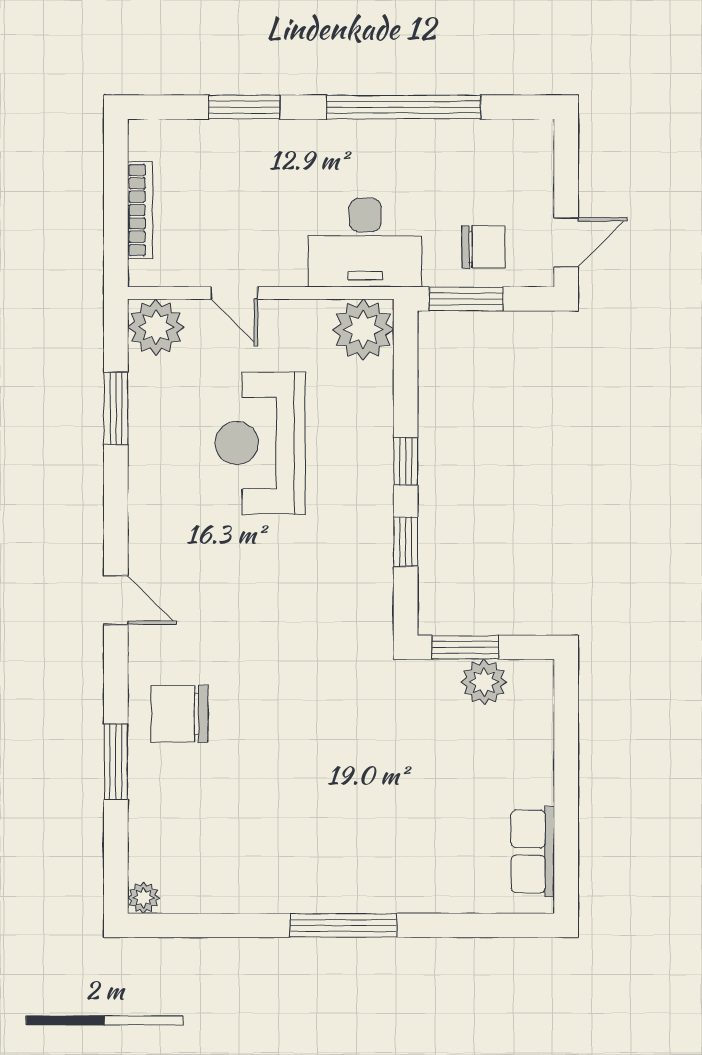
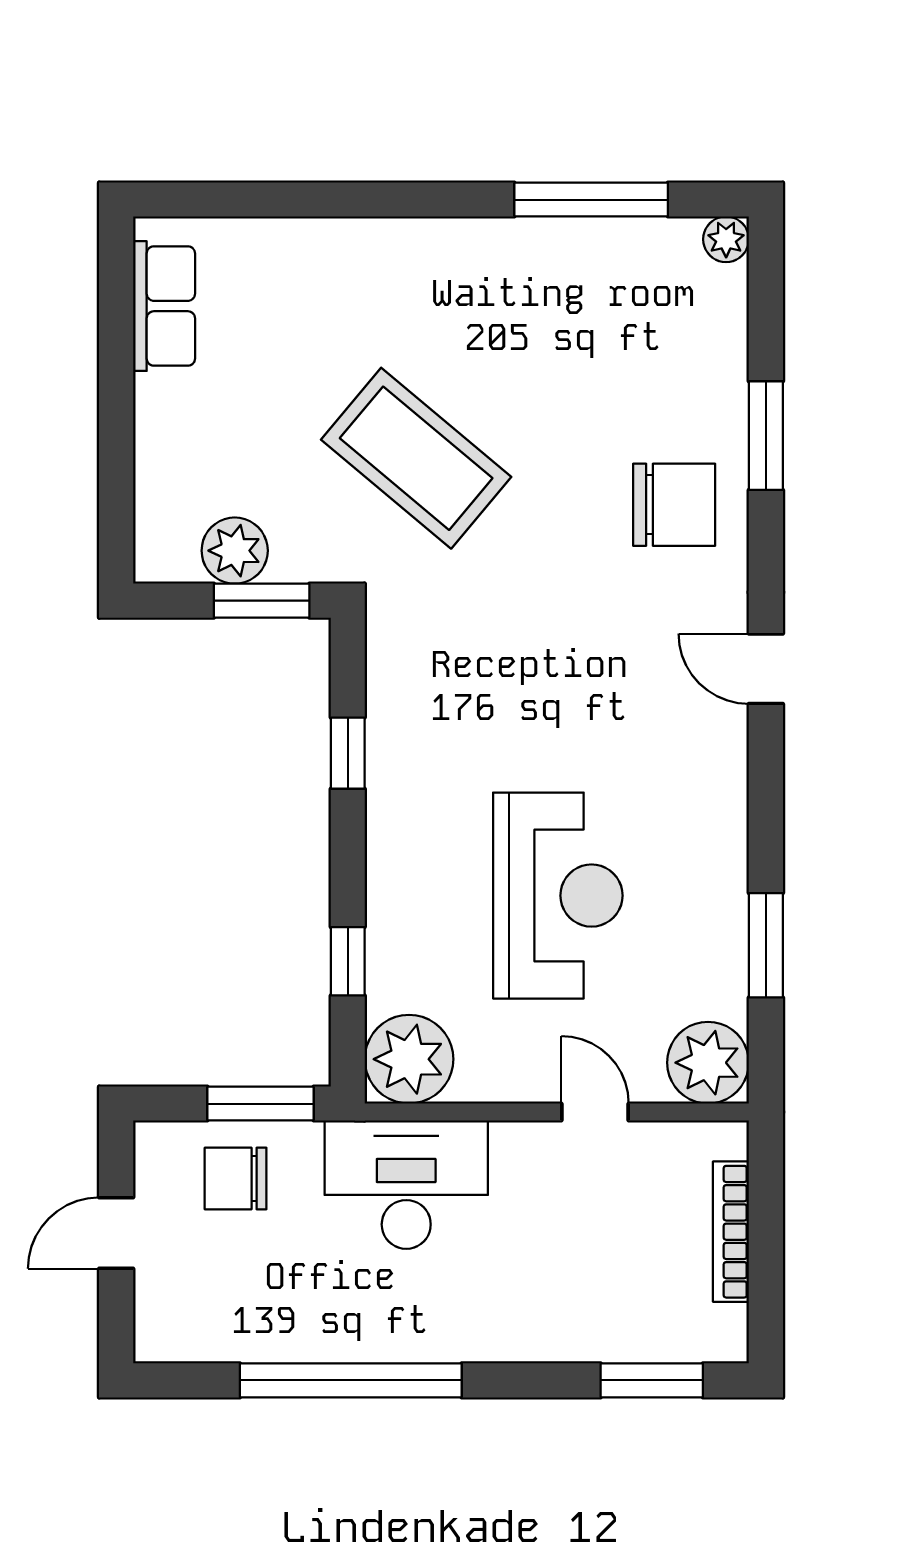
window: (244, 107) -> (652, 1380), moved
door: (566, 242) -> (116, 1233), moved
window: (406, 461) -> (348, 961), moved
coffee table: (358, 746) -> (416, 458), added
window: (343, 925) -> (591, 200), moved

